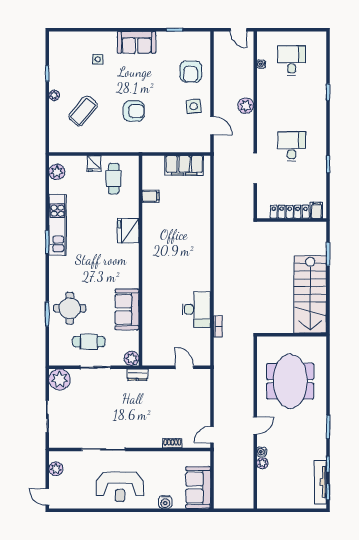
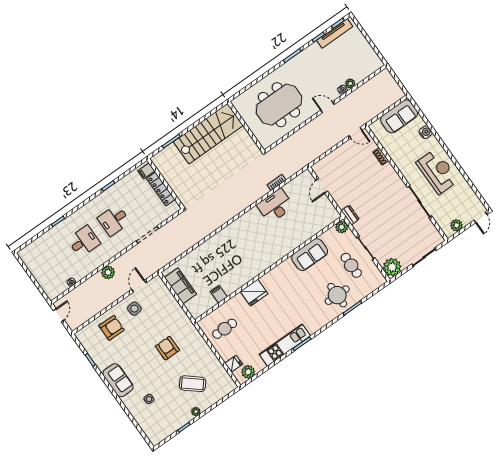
desk: (292, 61) -> (84, 241), moved, turned 180
fridge: (94, 164) -> (234, 364), moved

